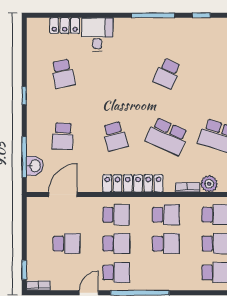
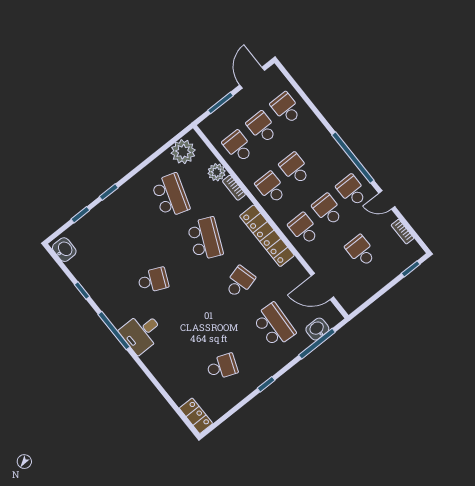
locker: (65, 26) -> (196, 416), moved
desk: (97, 35) -> (142, 333), moved
school desk: (63, 74) -> (222, 367), turned 33
school desk: (63, 136) -> (274, 325), width x1.85
bookcase: (38, 286) -> (402, 232), moved

